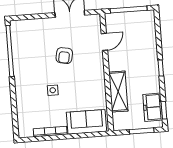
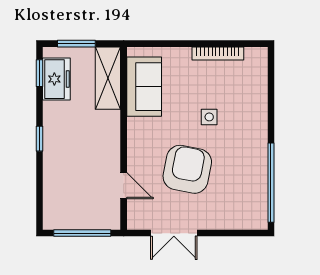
door: (104, 42) -> (124, 186), swing flipped
armchair: (64, 56) -> (187, 169), width x1.88, depth x1.88
shelving: (118, 92) -> (108, 78), moved
sofa: (87, 122) -> (144, 87), moved, turned -90

